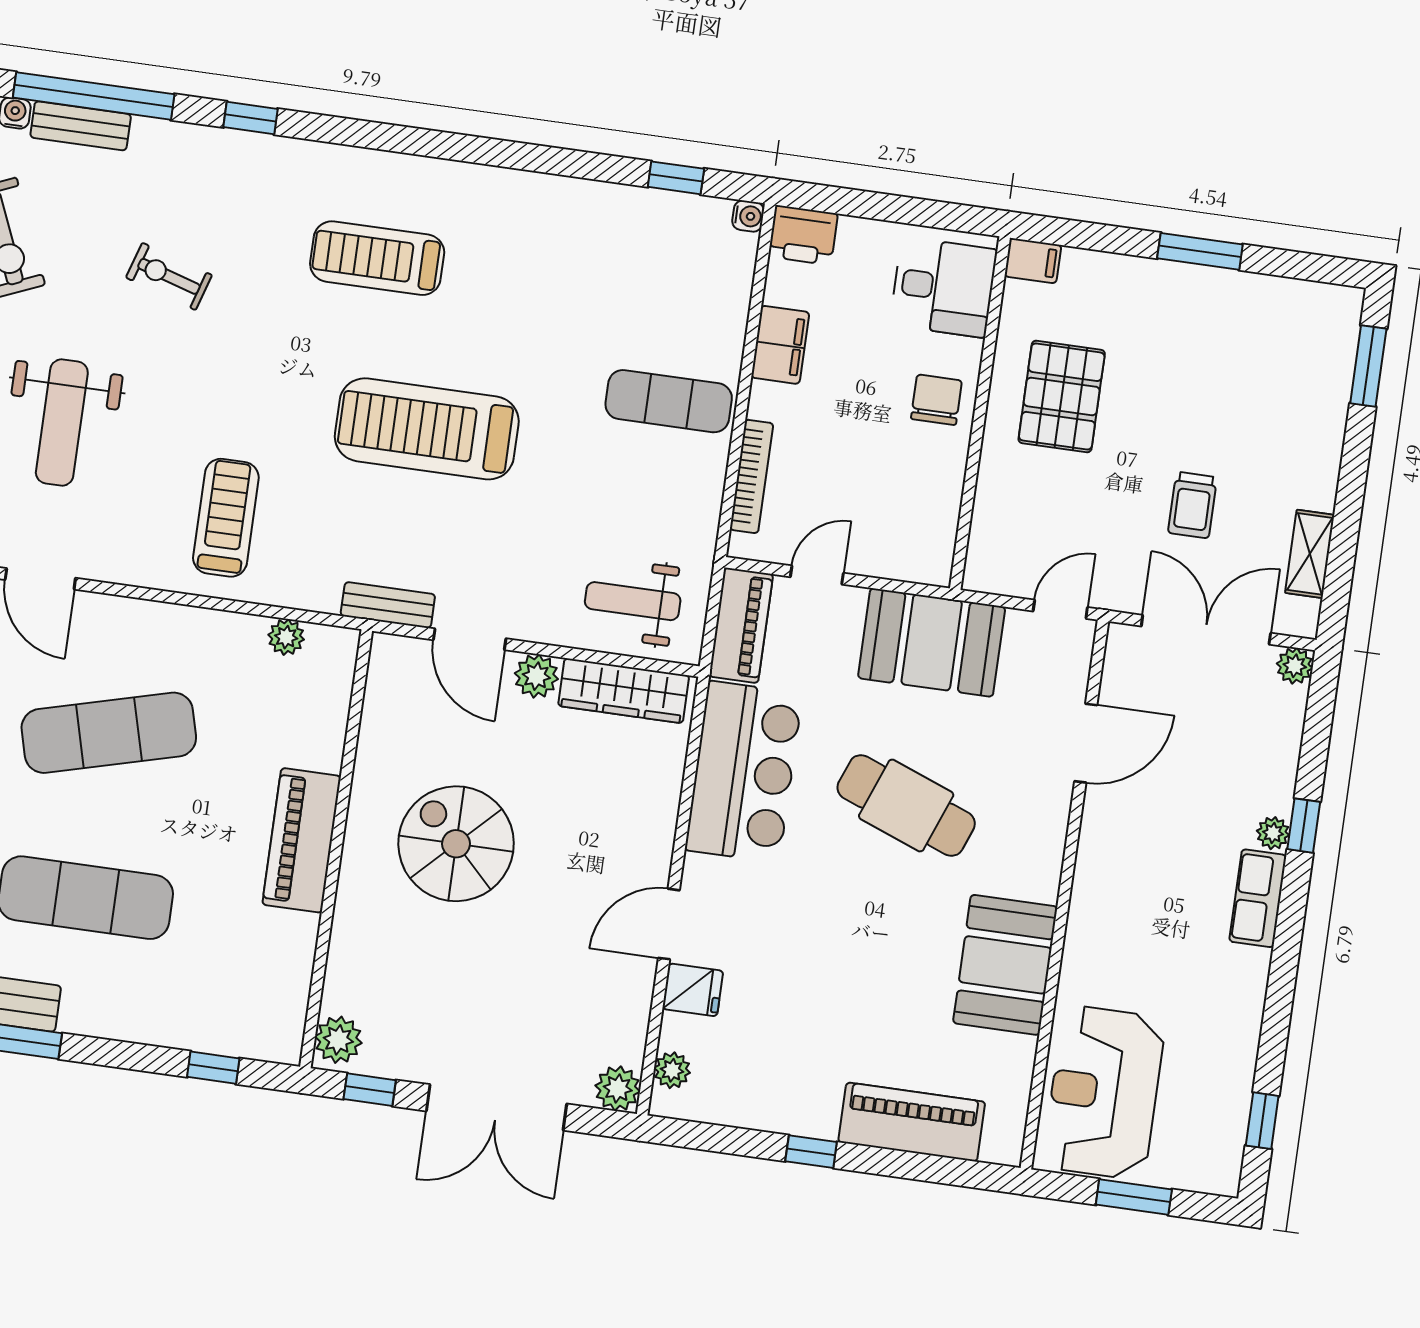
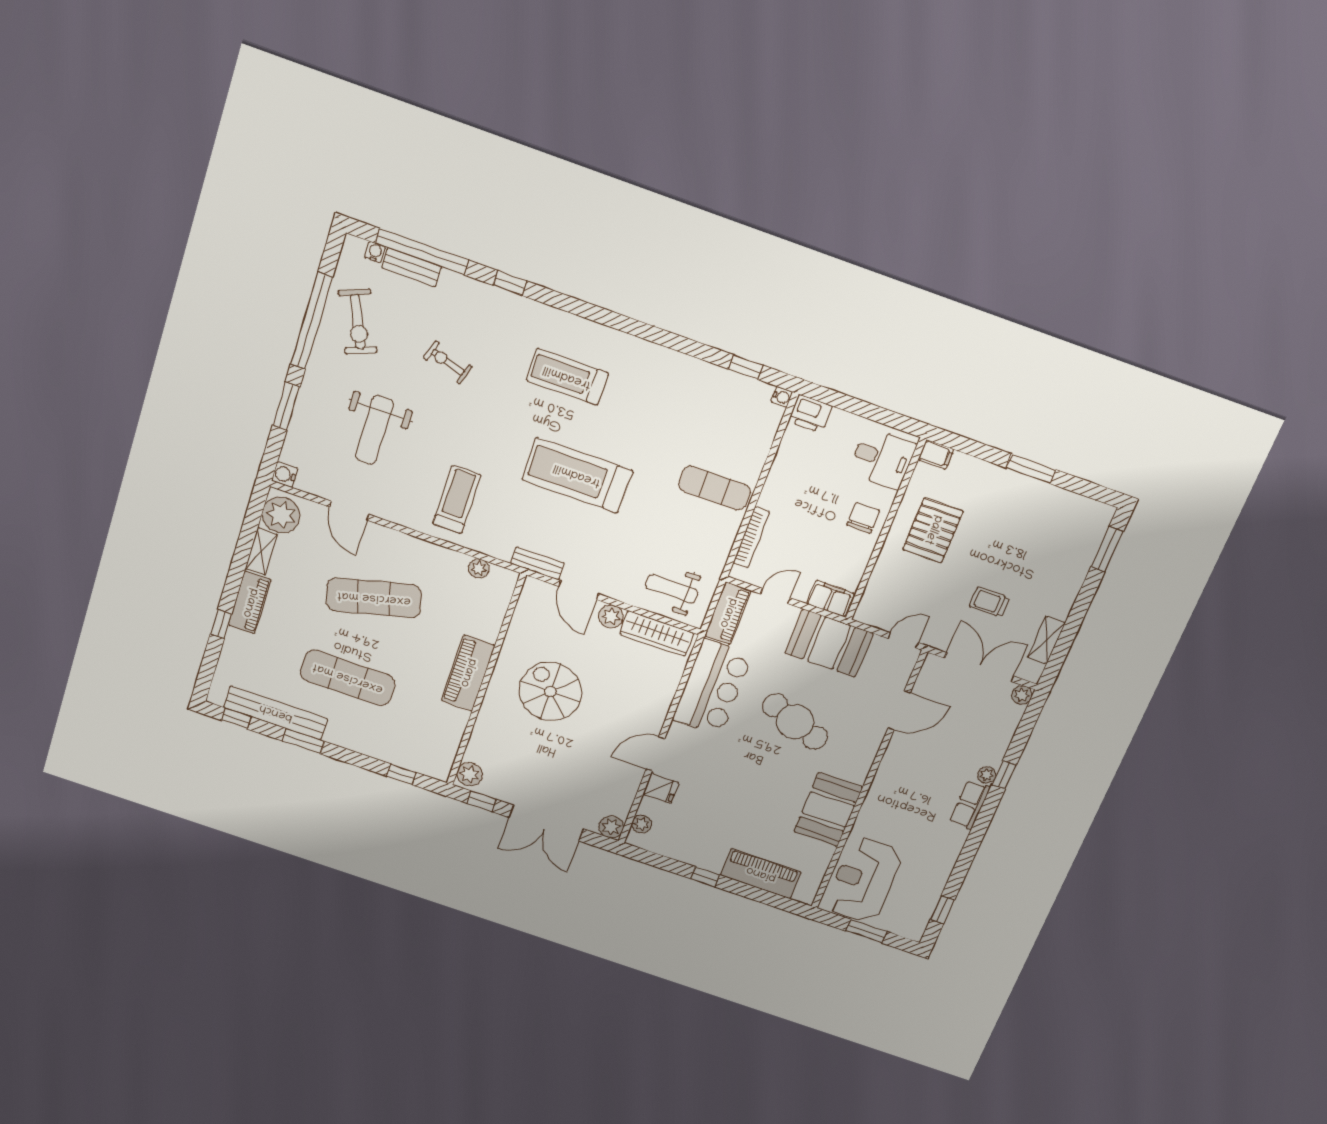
filing cabinet: (780, 345) -> (830, 599), moved, turned -90
trolley: (1192, 505) -> (989, 602), turned 90

